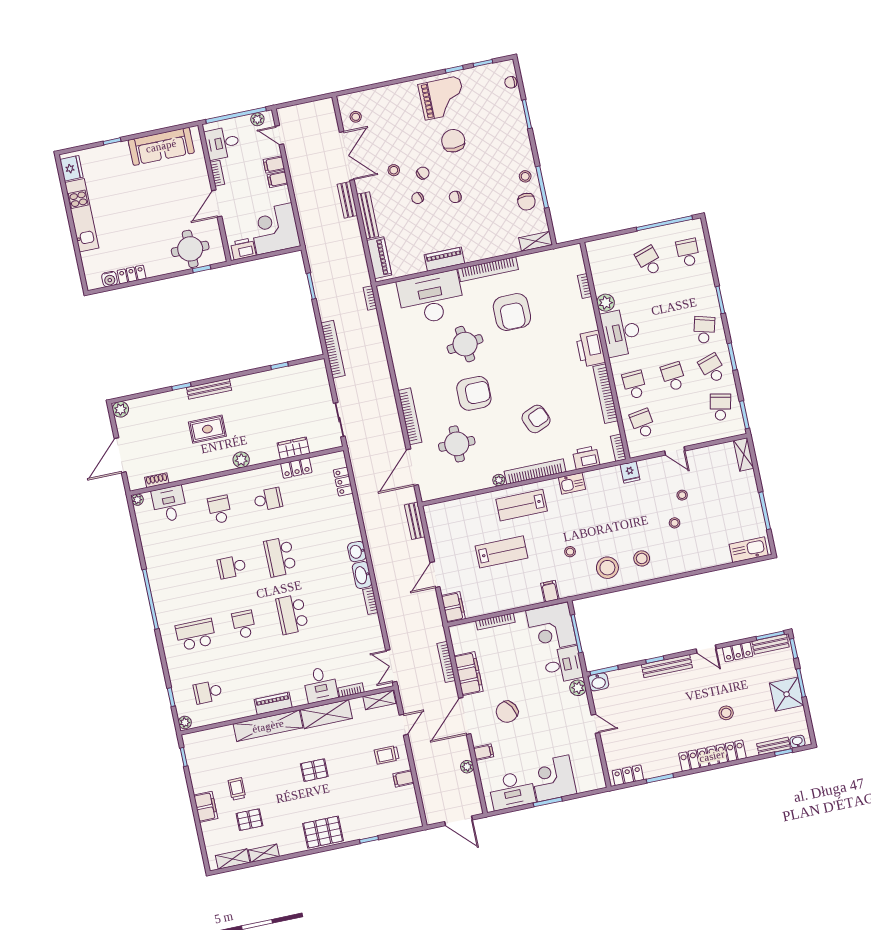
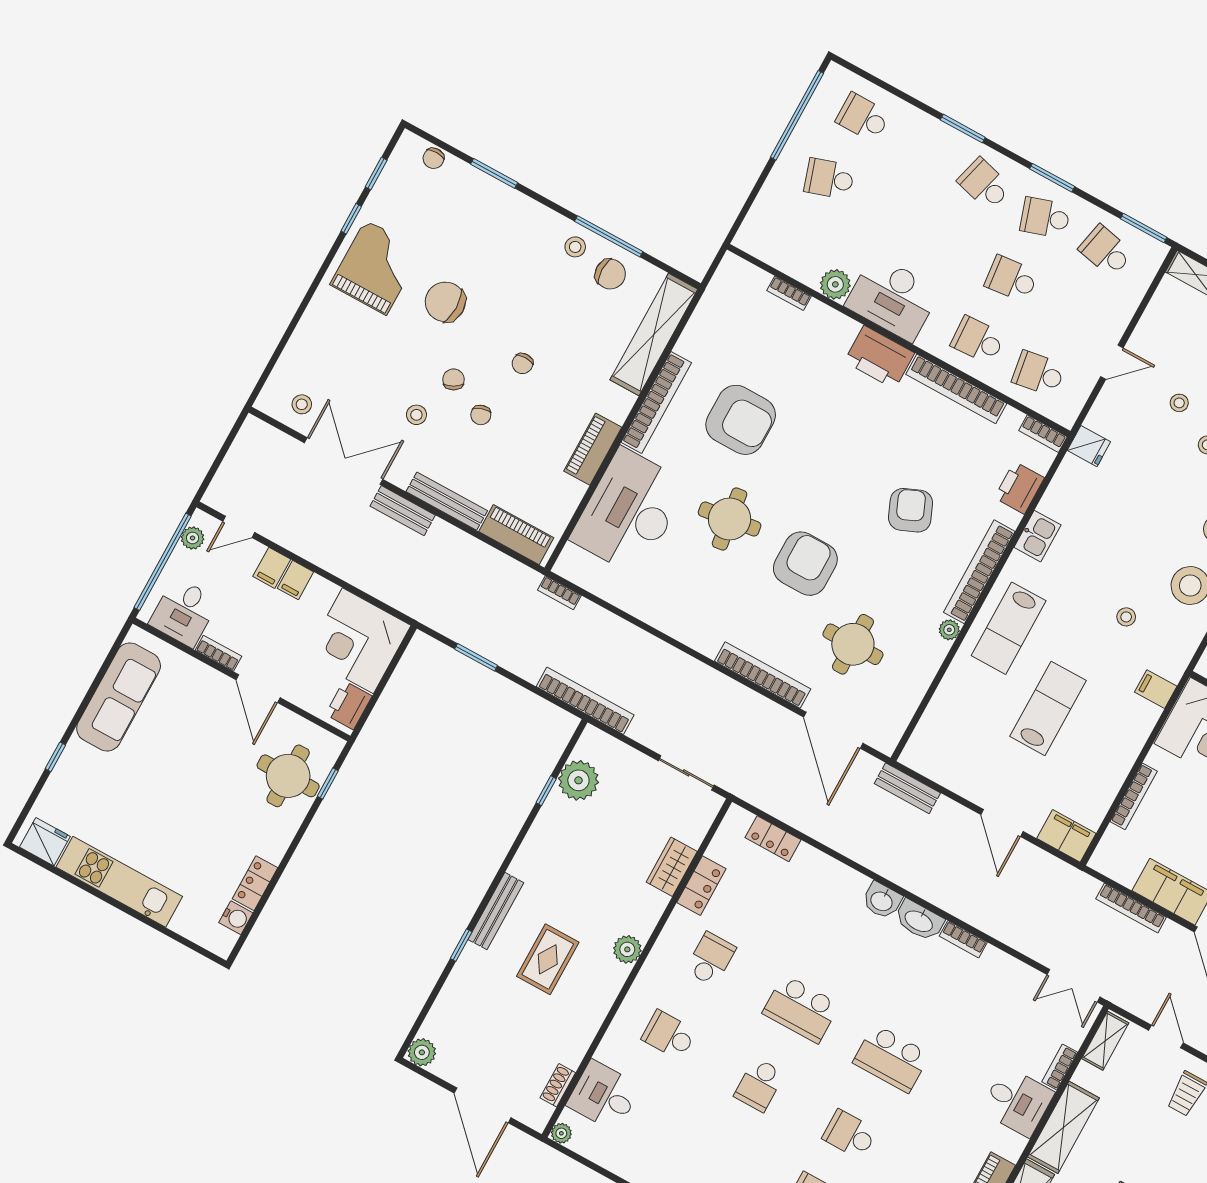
shelving: (536, 241) -> (654, 334), width x2.20, depth x1.33
plant: (296, 376) -> (578, 780), added

